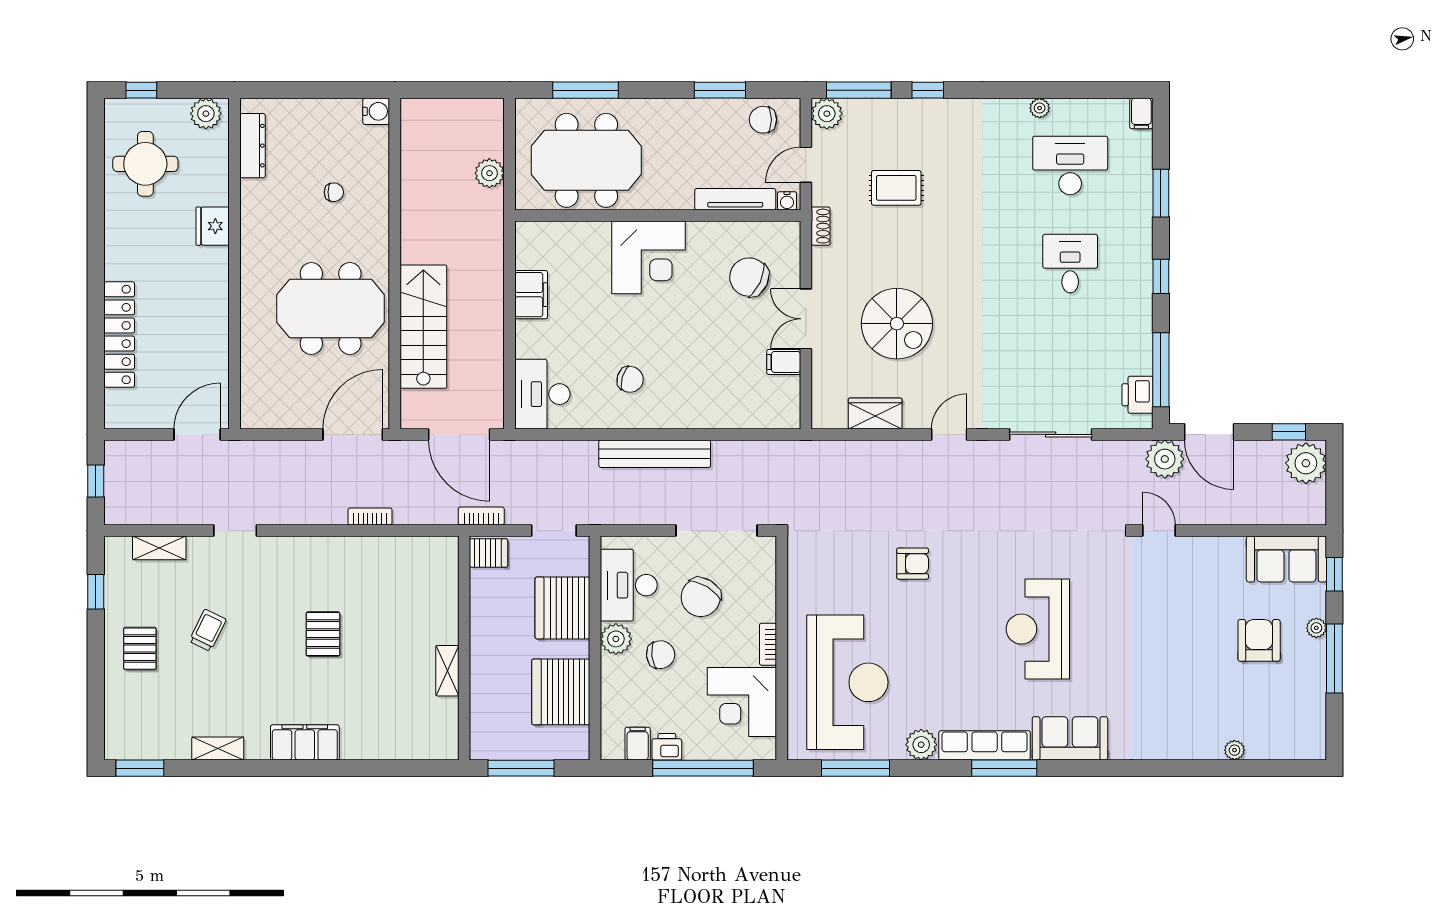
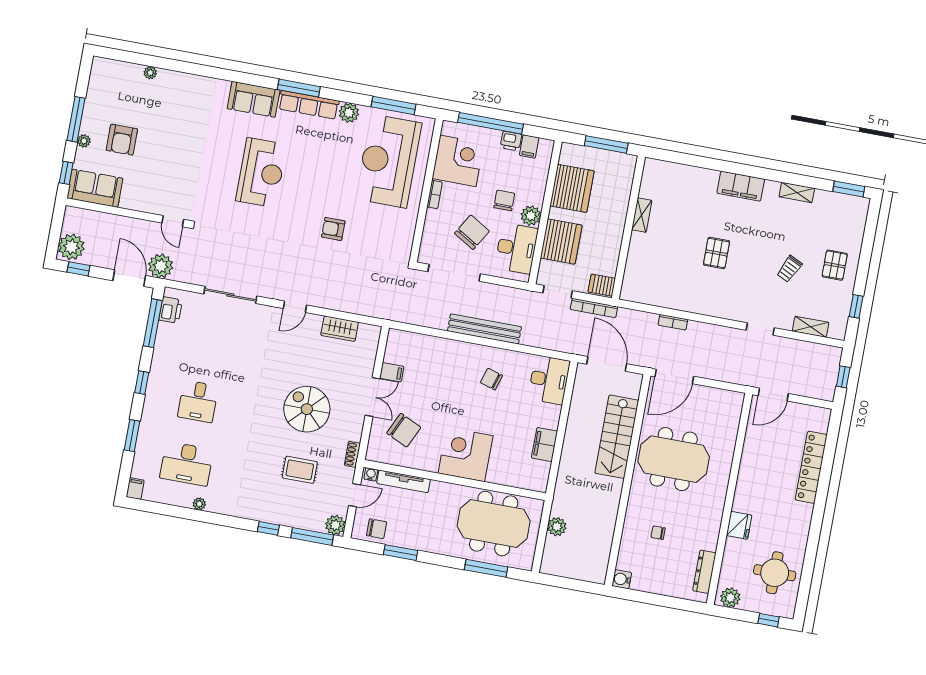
spiral stairs: (897, 324) -> (307, 409), moved
bookcase: (481, 516) -> (594, 308), width x1.56
chair: (661, 655) -> (504, 200), turned 96

